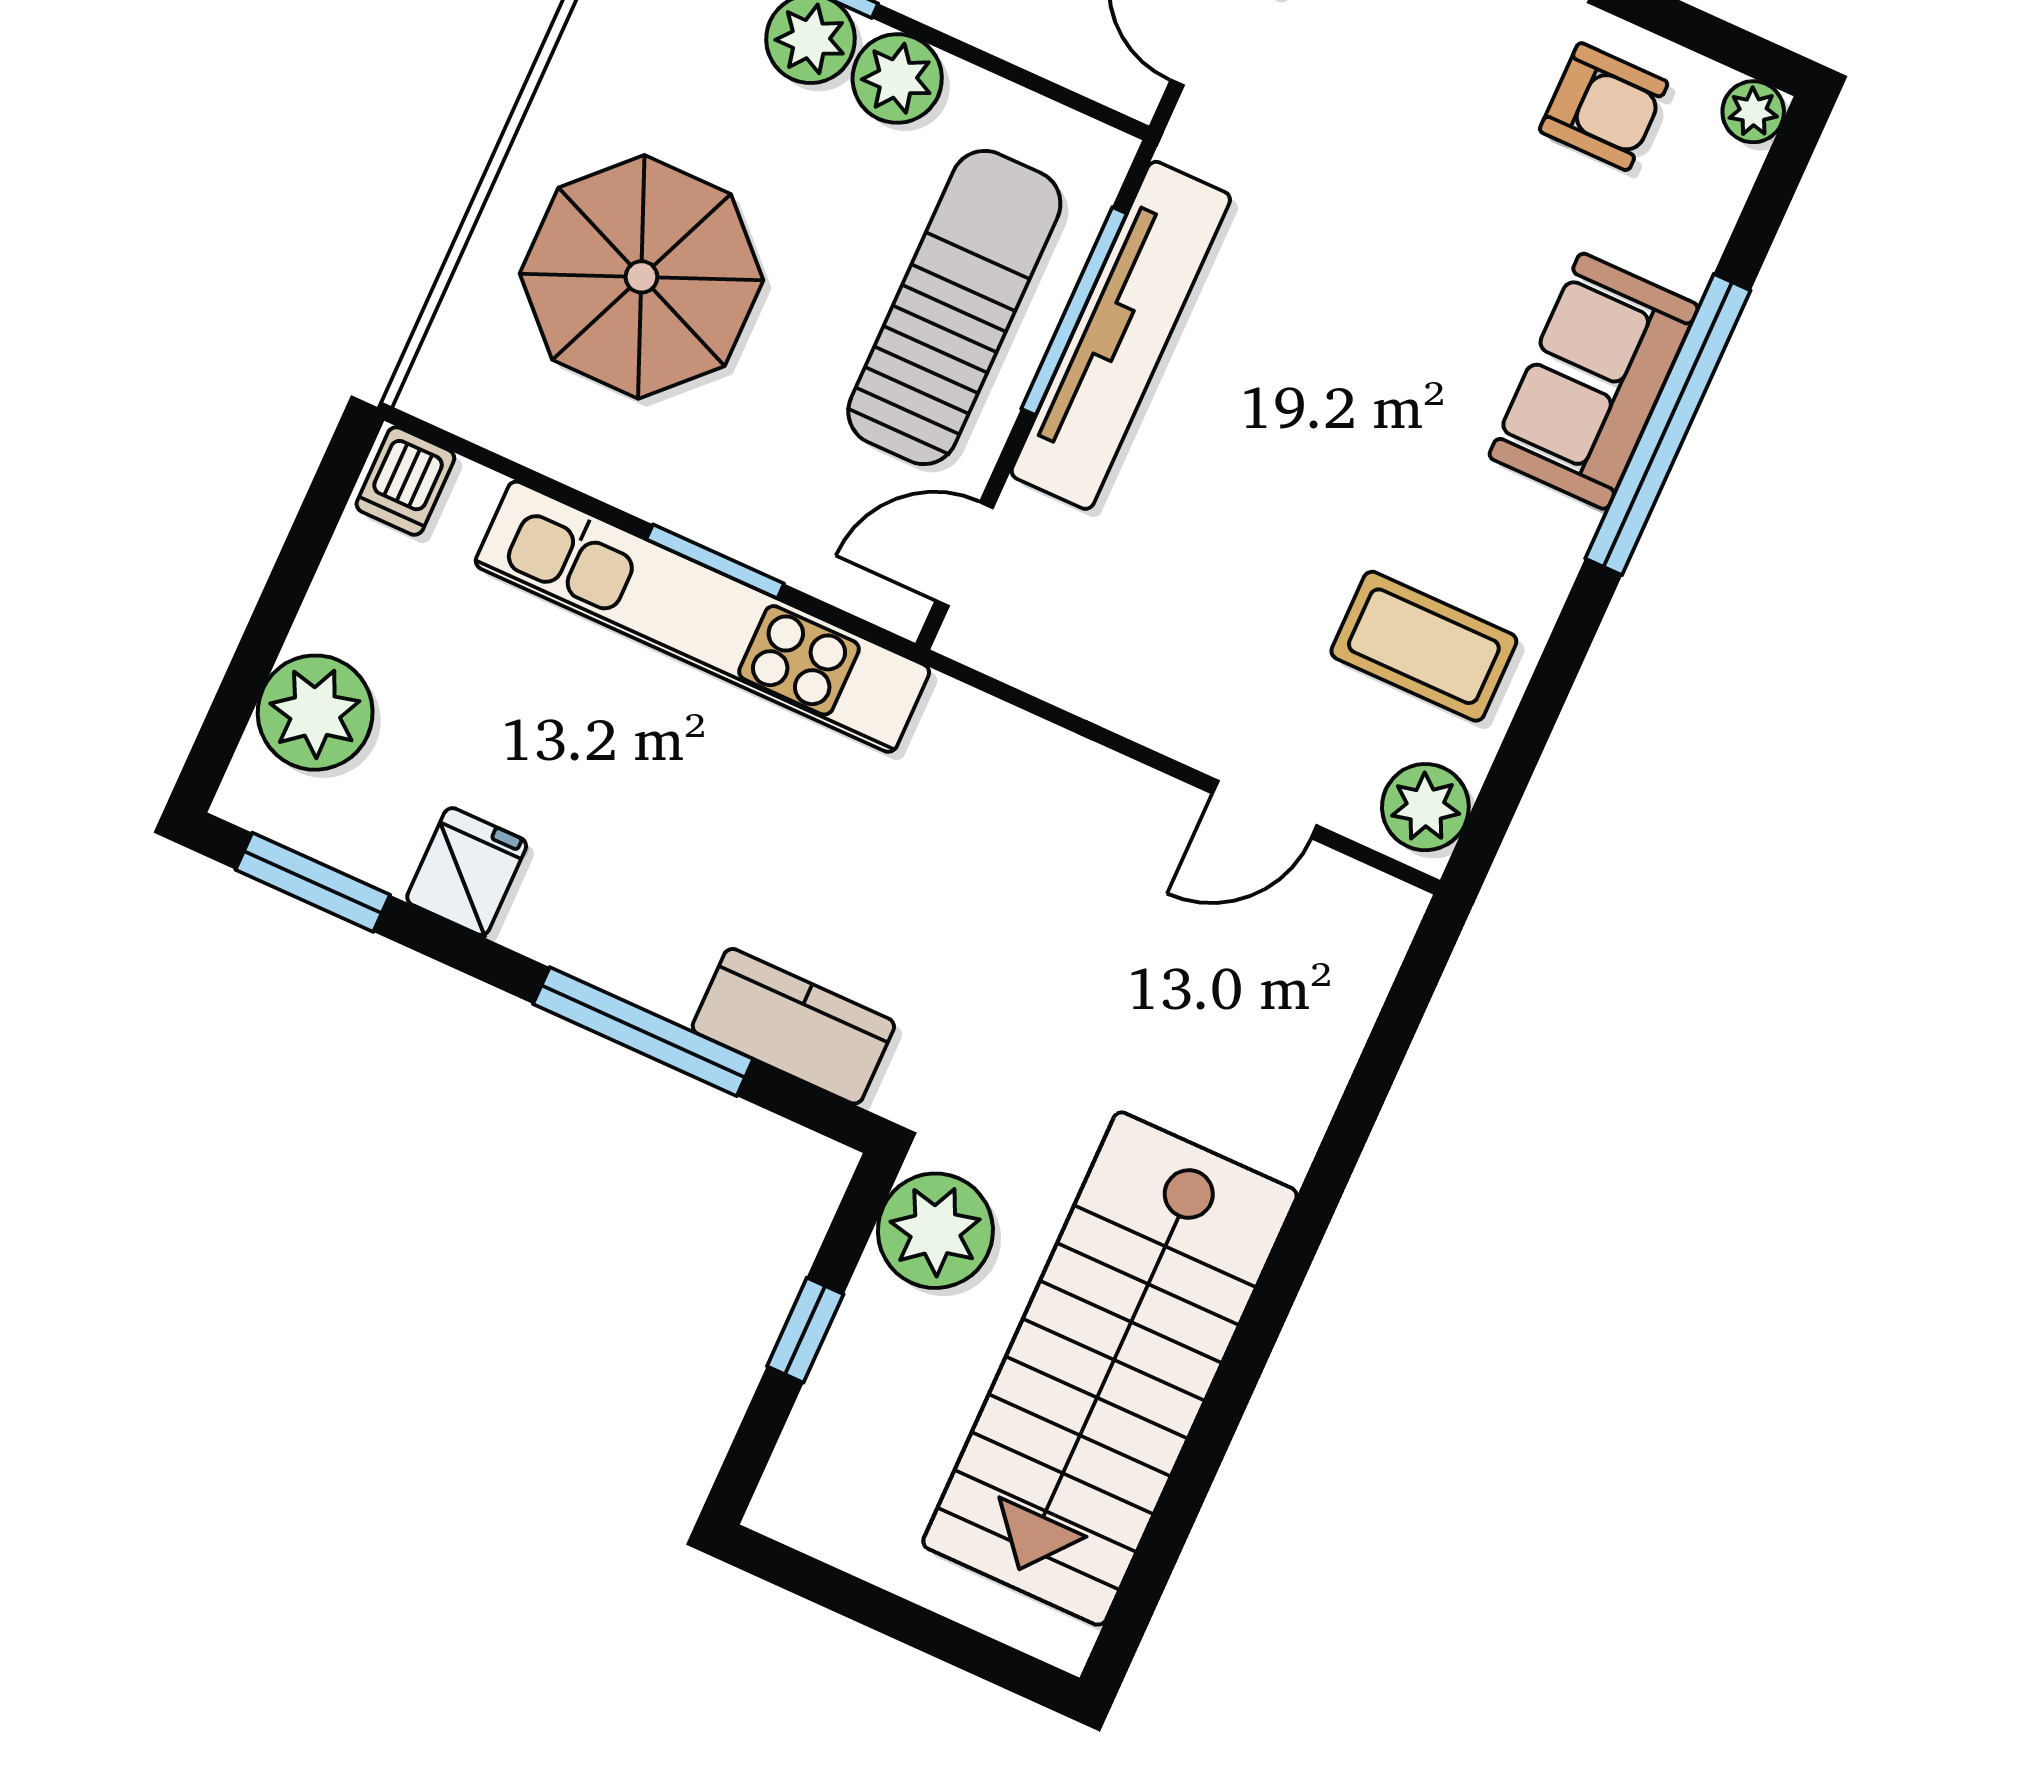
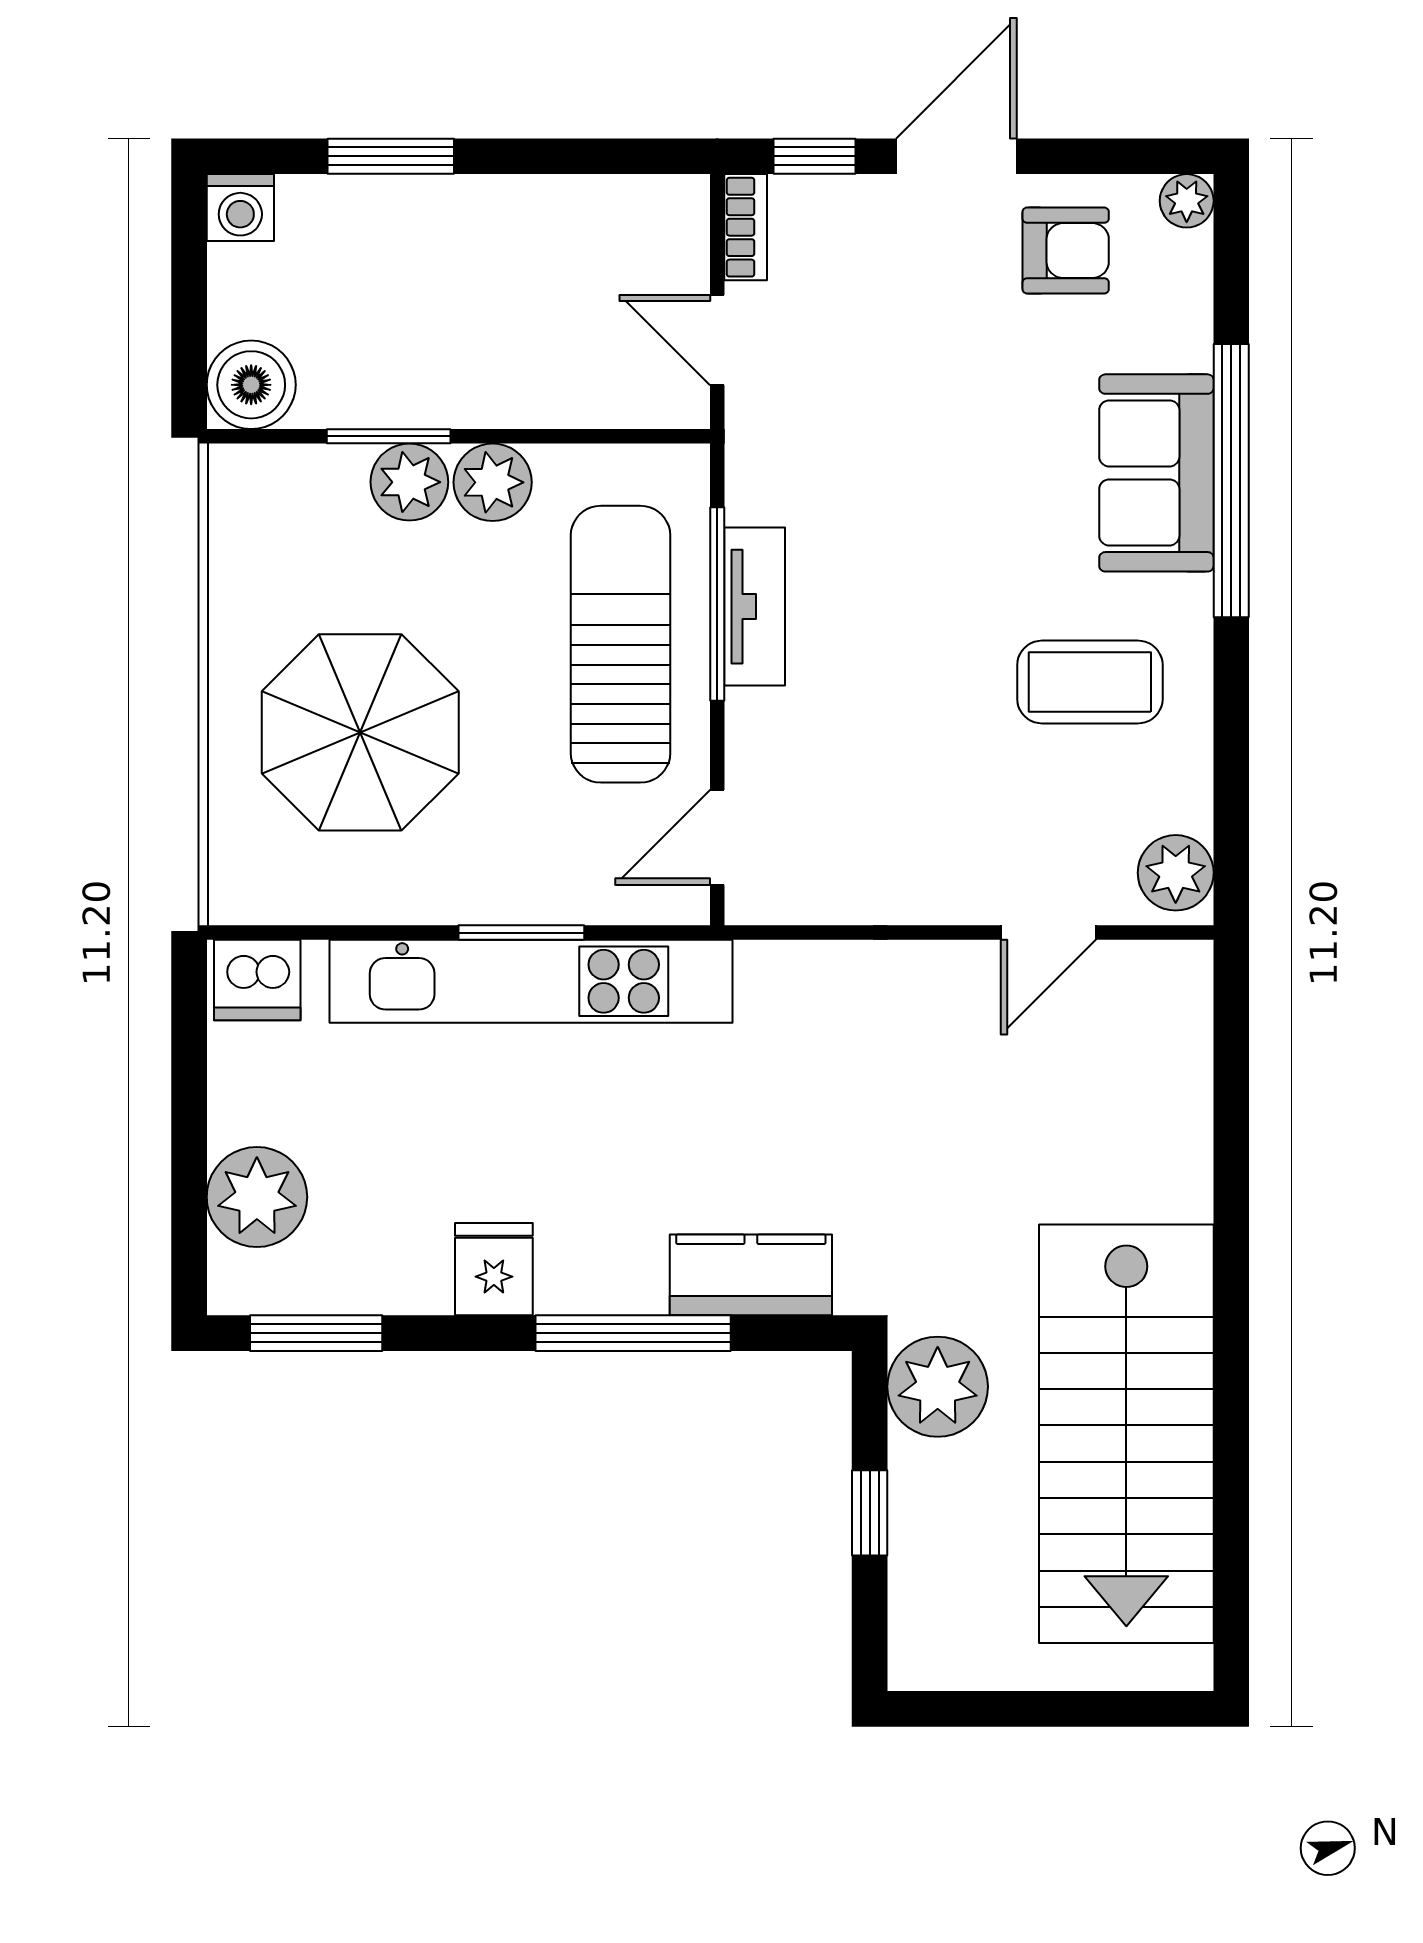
tv unit: (1121, 335) -> (755, 607), width x0.52, depth x0.78
dishwasher: (405, 481) -> (257, 980), width x1.38
coffee table: (1424, 646) -> (1090, 682), moved
fridge: (467, 872) -> (494, 1269), moved

